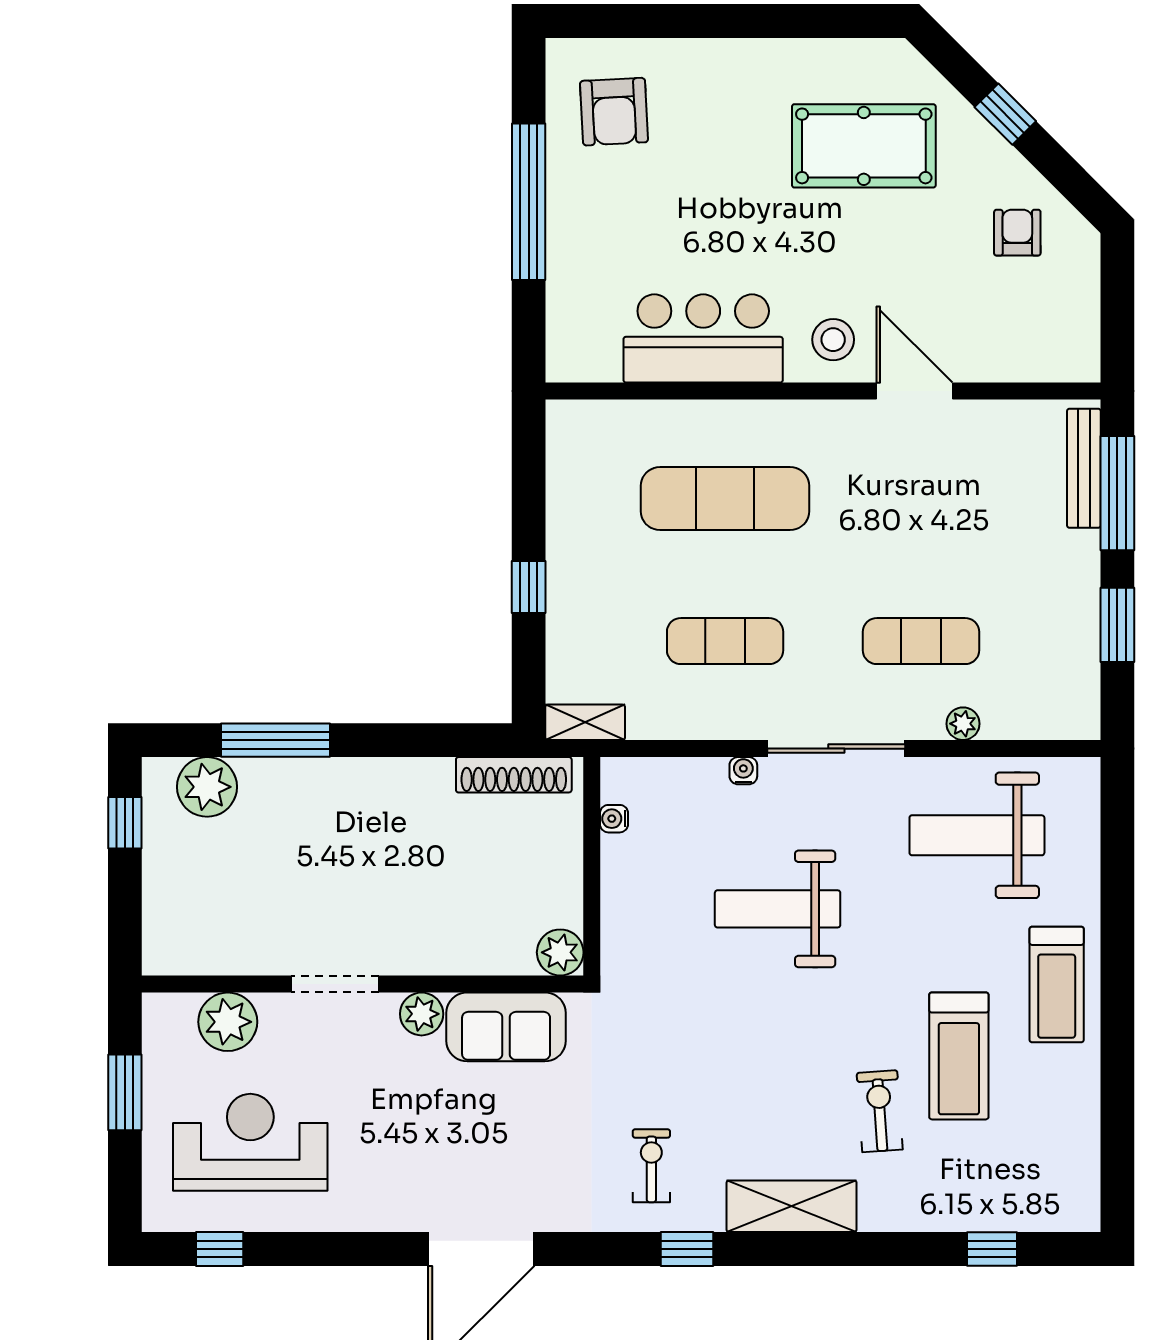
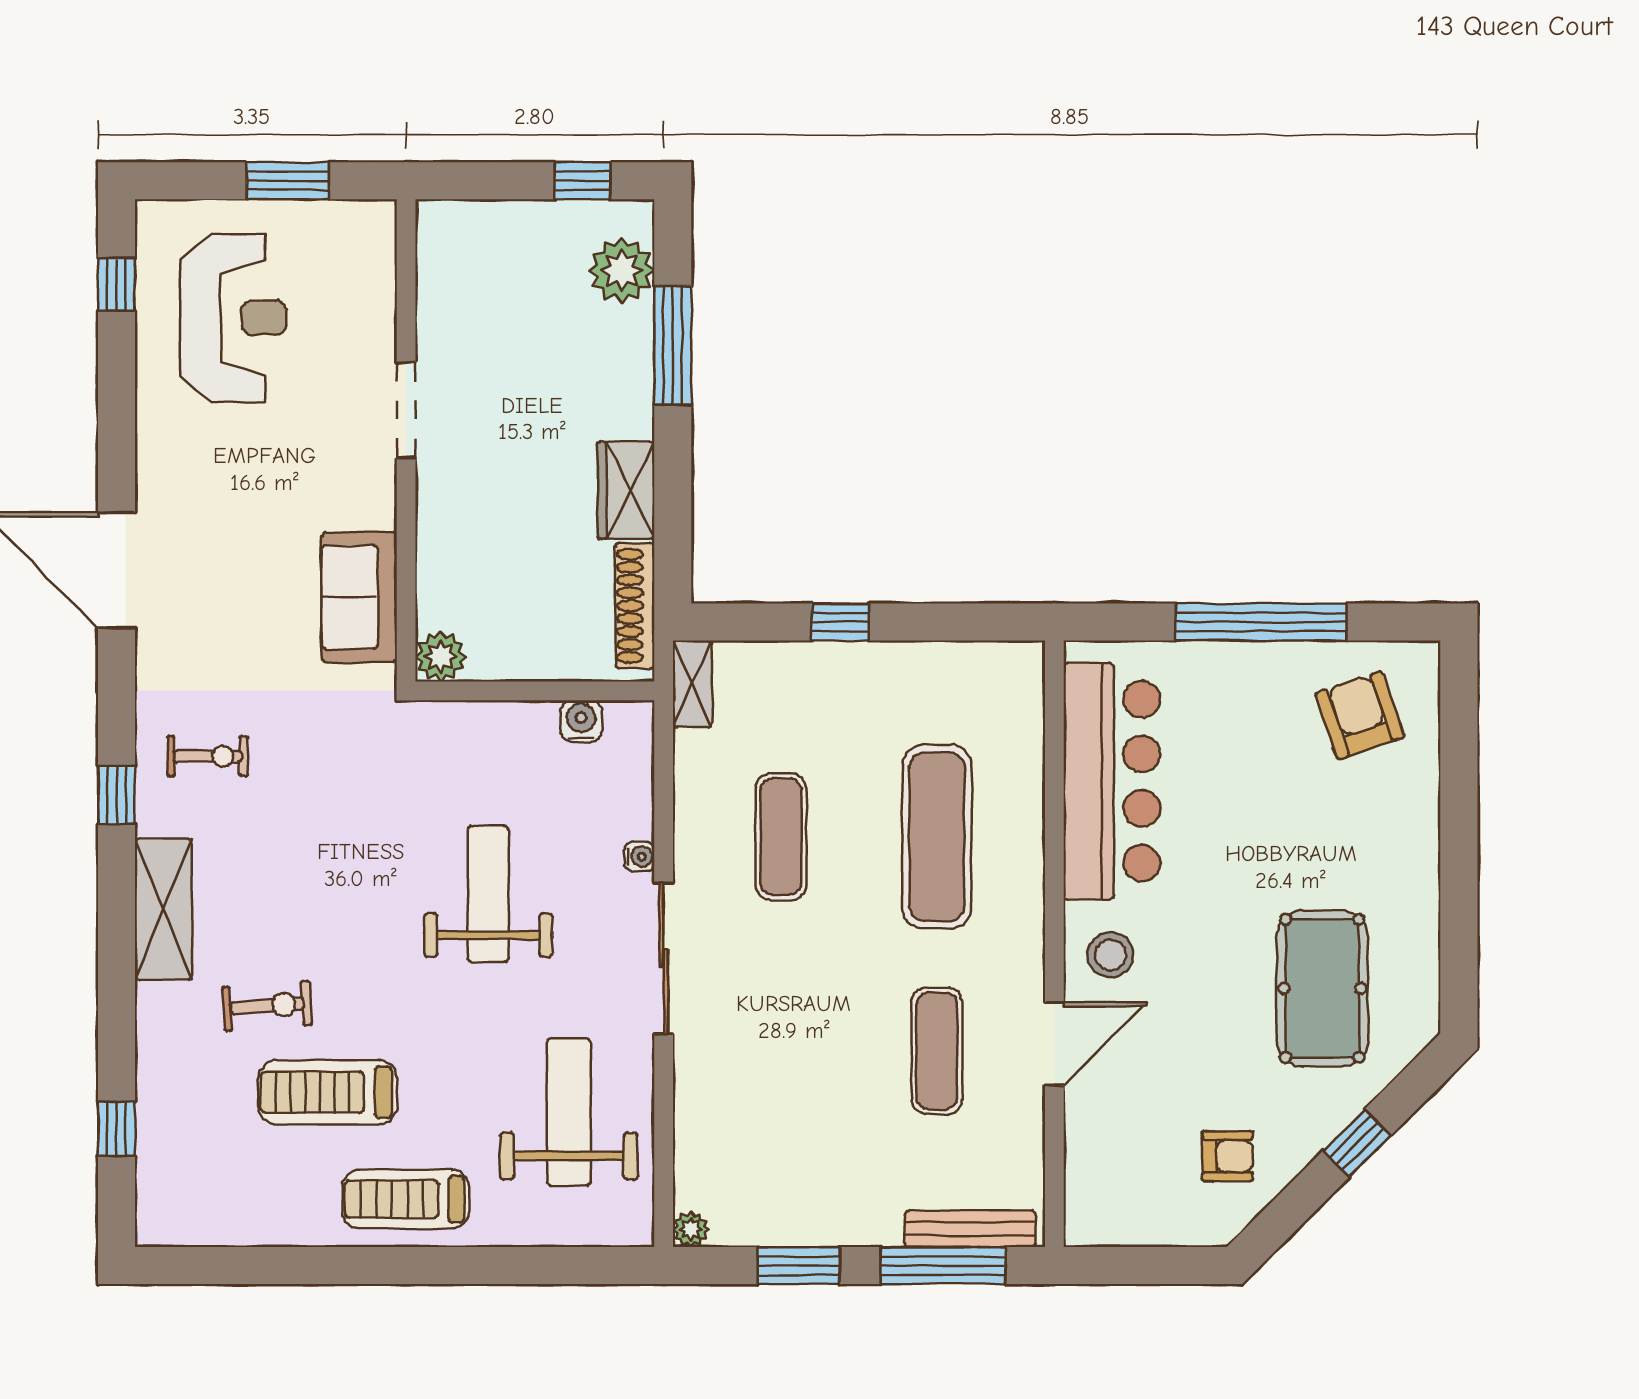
armchair: (614, 112) -> (1360, 715), turned 74
bar counter: (703, 338) -> (1112, 781), width x1.36
exercise mat: (921, 641) -> (937, 1051), moved
plant: (963, 724) -> (691, 1229), moved
wardrobe: (408, 783) -> (626, 490), added
water cooler: (614, 819) -> (581, 721), width x1.38, depth x1.38
plant: (422, 1014) -> (373, 505), removed
plant: (228, 1022) -> (365, 293), removed

